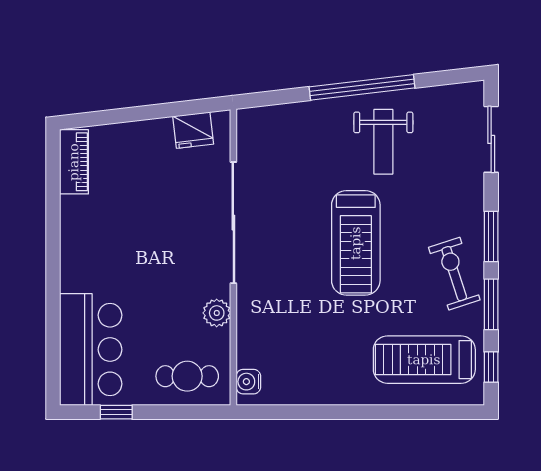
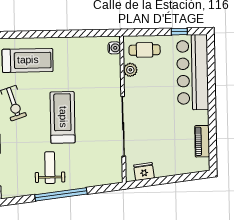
piano: (74, 162) -> (202, 141), moved
plant: (217, 313) -> (130, 70), moved
bar counter: (91, 350) -> (193, 72), width x1.36

